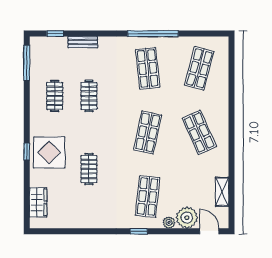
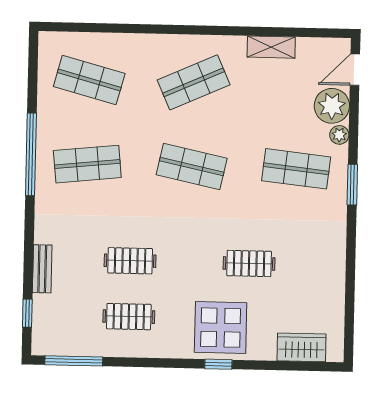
shelving: (222, 192) -> (271, 47), moved
window: (139, 231) -> (352, 185), width x1.50

